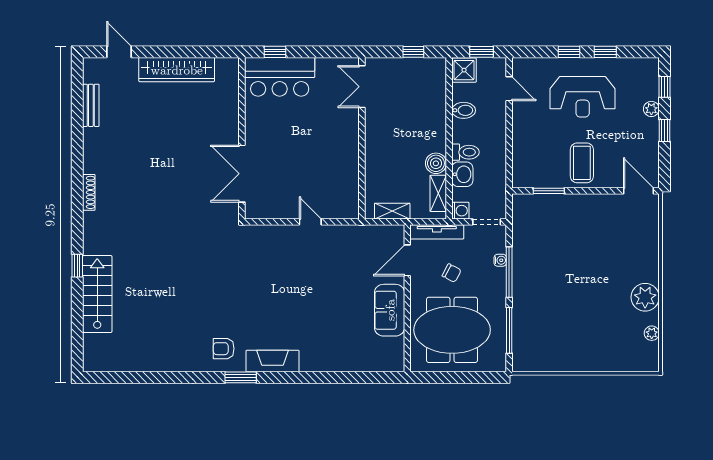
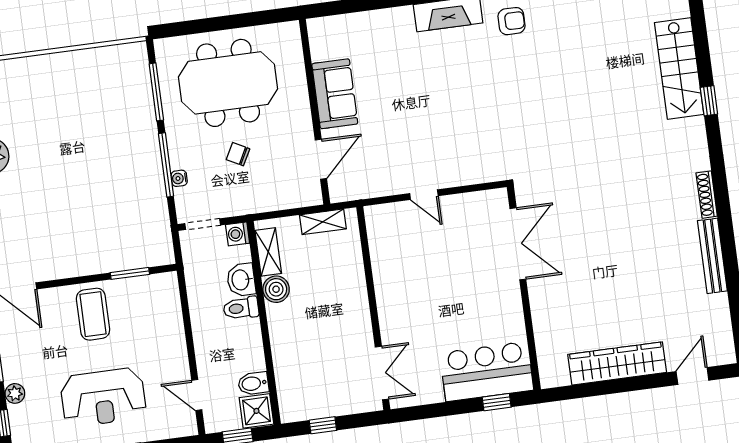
door: (119, 52) -> (692, 376), swing flipped
reception desk: (583, 97) -> (103, 397), turned 180
bench: (91, 105) -> (712, 256), moved, width x1.36
bidet: (464, 110) -> (253, 383), moved
tv unit: (437, 232) -> (263, 203), removed
door: (407, 260) -> (321, 159), moved
wall: (407, 298) -> (315, 112), moved
sofa: (390, 310) -> (335, 94), moved

